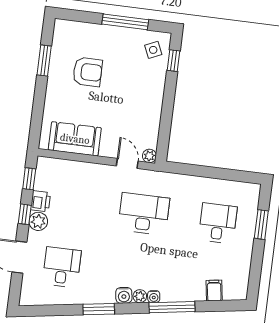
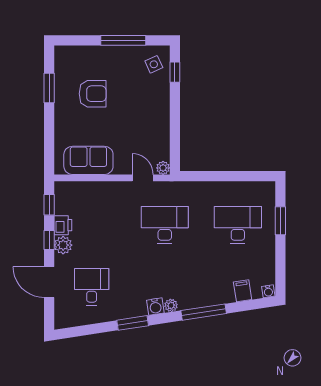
desk: (218, 223) -> (238, 225), width x1.37
water cooler: (154, 297) -> (268, 291), moved

